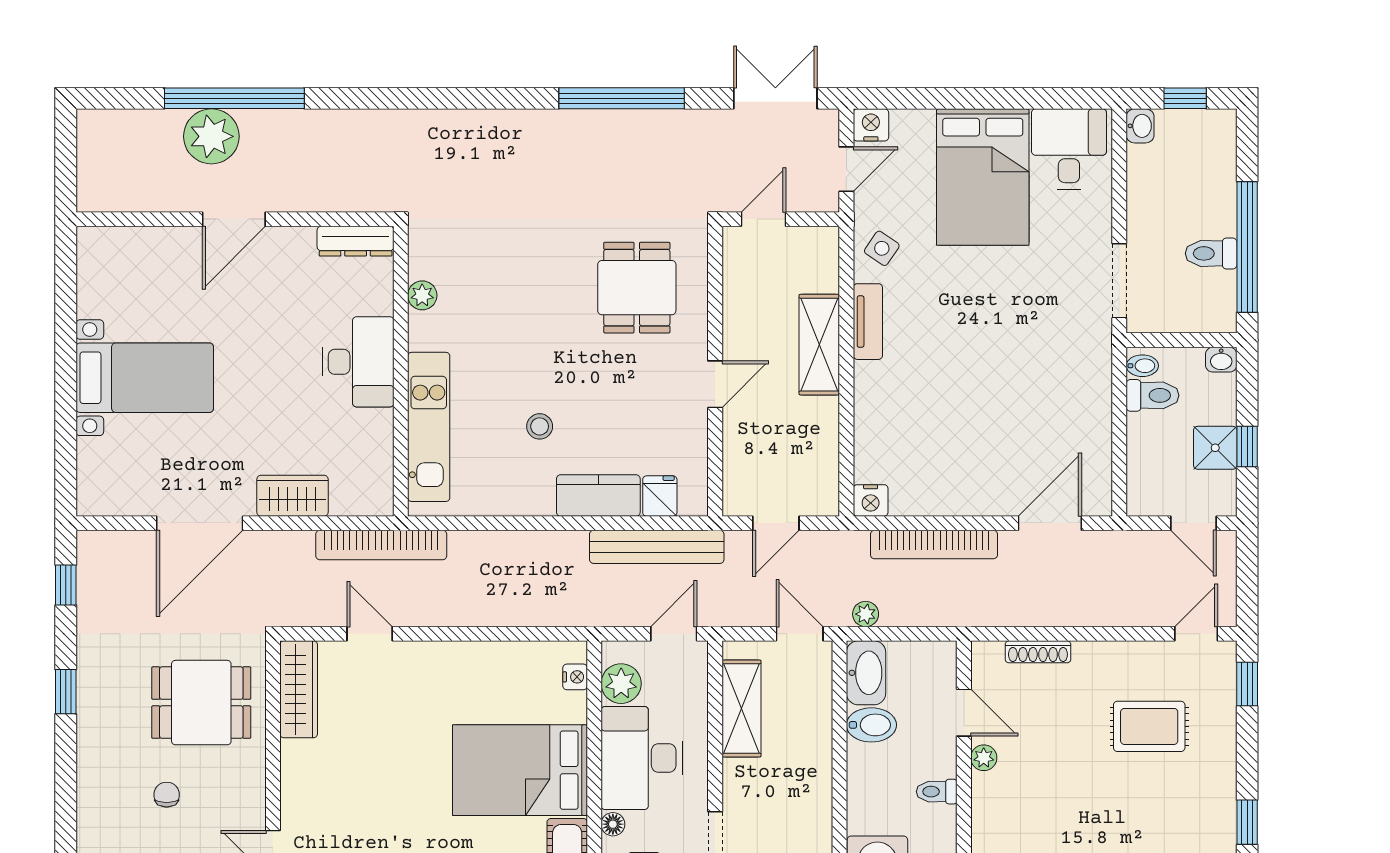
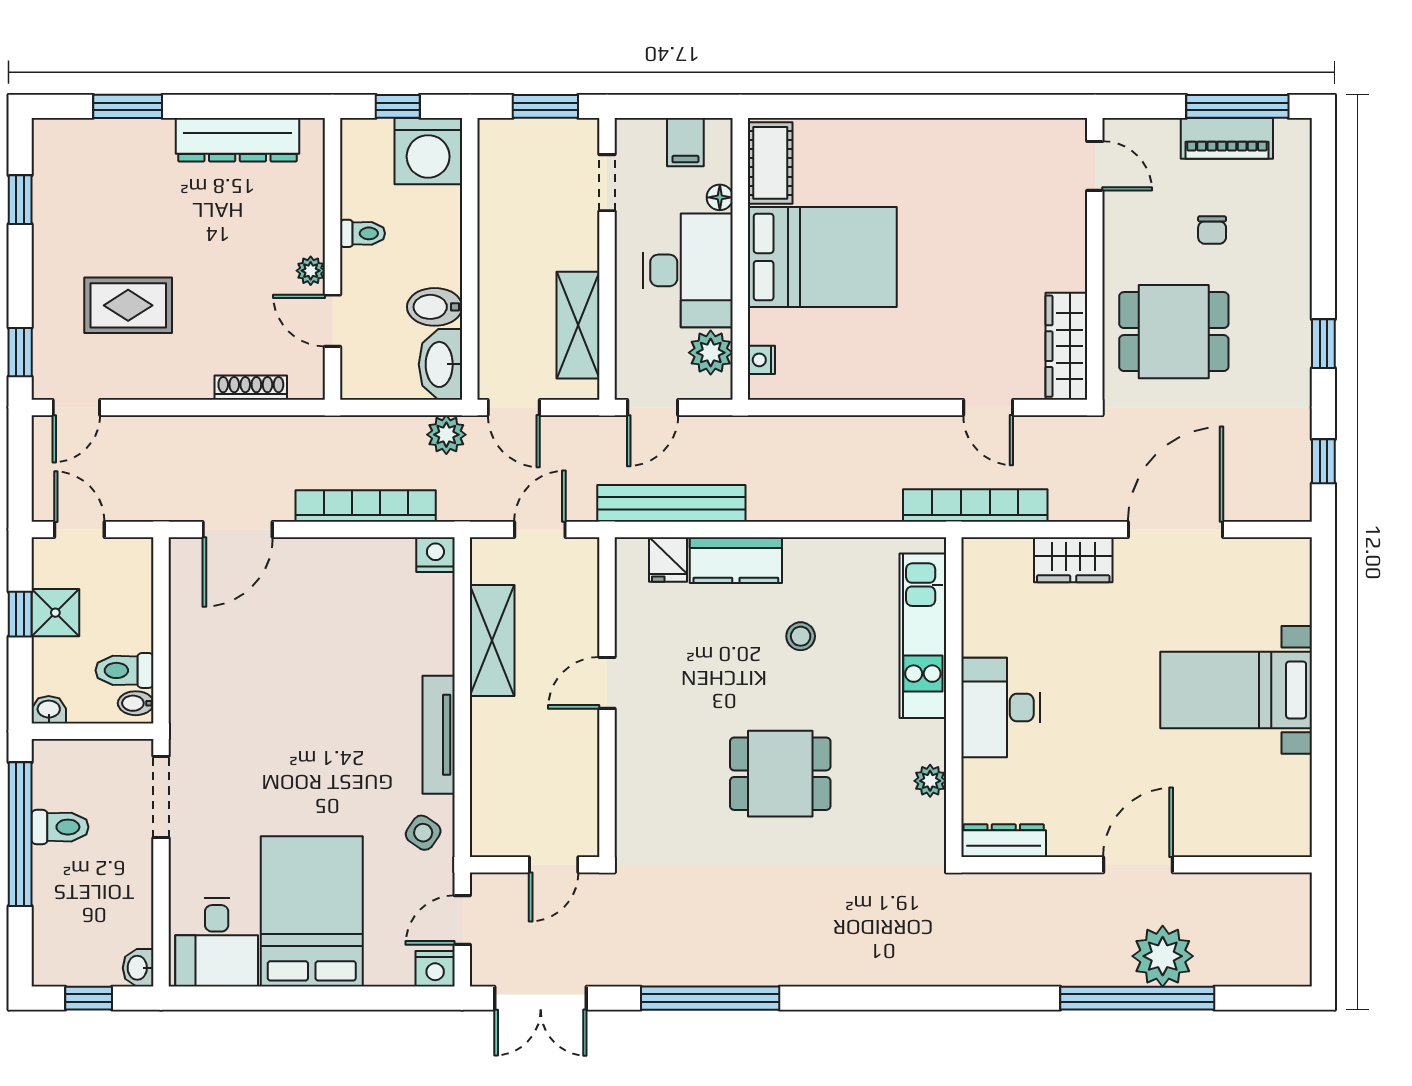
dining table: (637, 288) -> (780, 774), moved, turned 90
tv unit: (868, 322) -> (439, 735), width x1.41
shelving: (819, 345) -> (492, 640), moved
plant: (866, 614) -> (446, 435), width x1.38, depth x1.38

